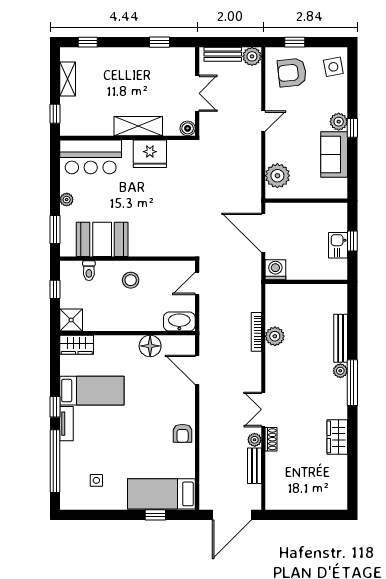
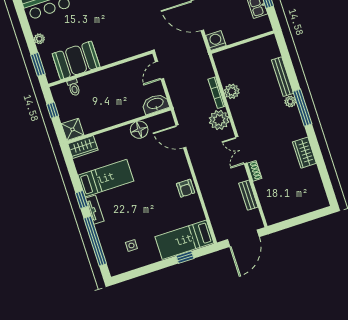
stool: (131, 280) -> (108, 84), removed
plant: (255, 440) -> (219, 120), moved, width x1.87, depth x1.87

